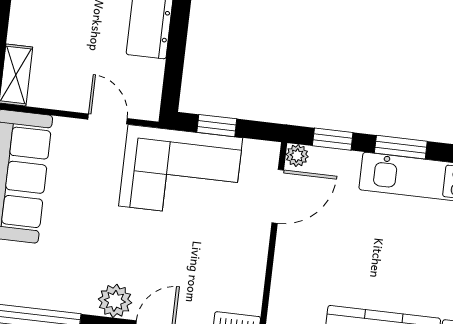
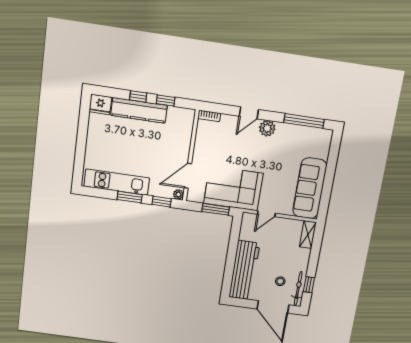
door: (108, 119) -> (266, 214), hinge flipped
window: (217, 126) -> (216, 209), width x1.50

